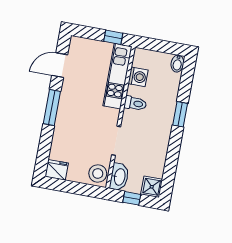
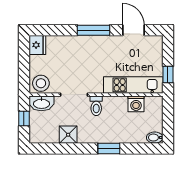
toilet: (135, 103) -> (96, 106), moved
shower: (152, 187) -> (68, 135), moved

